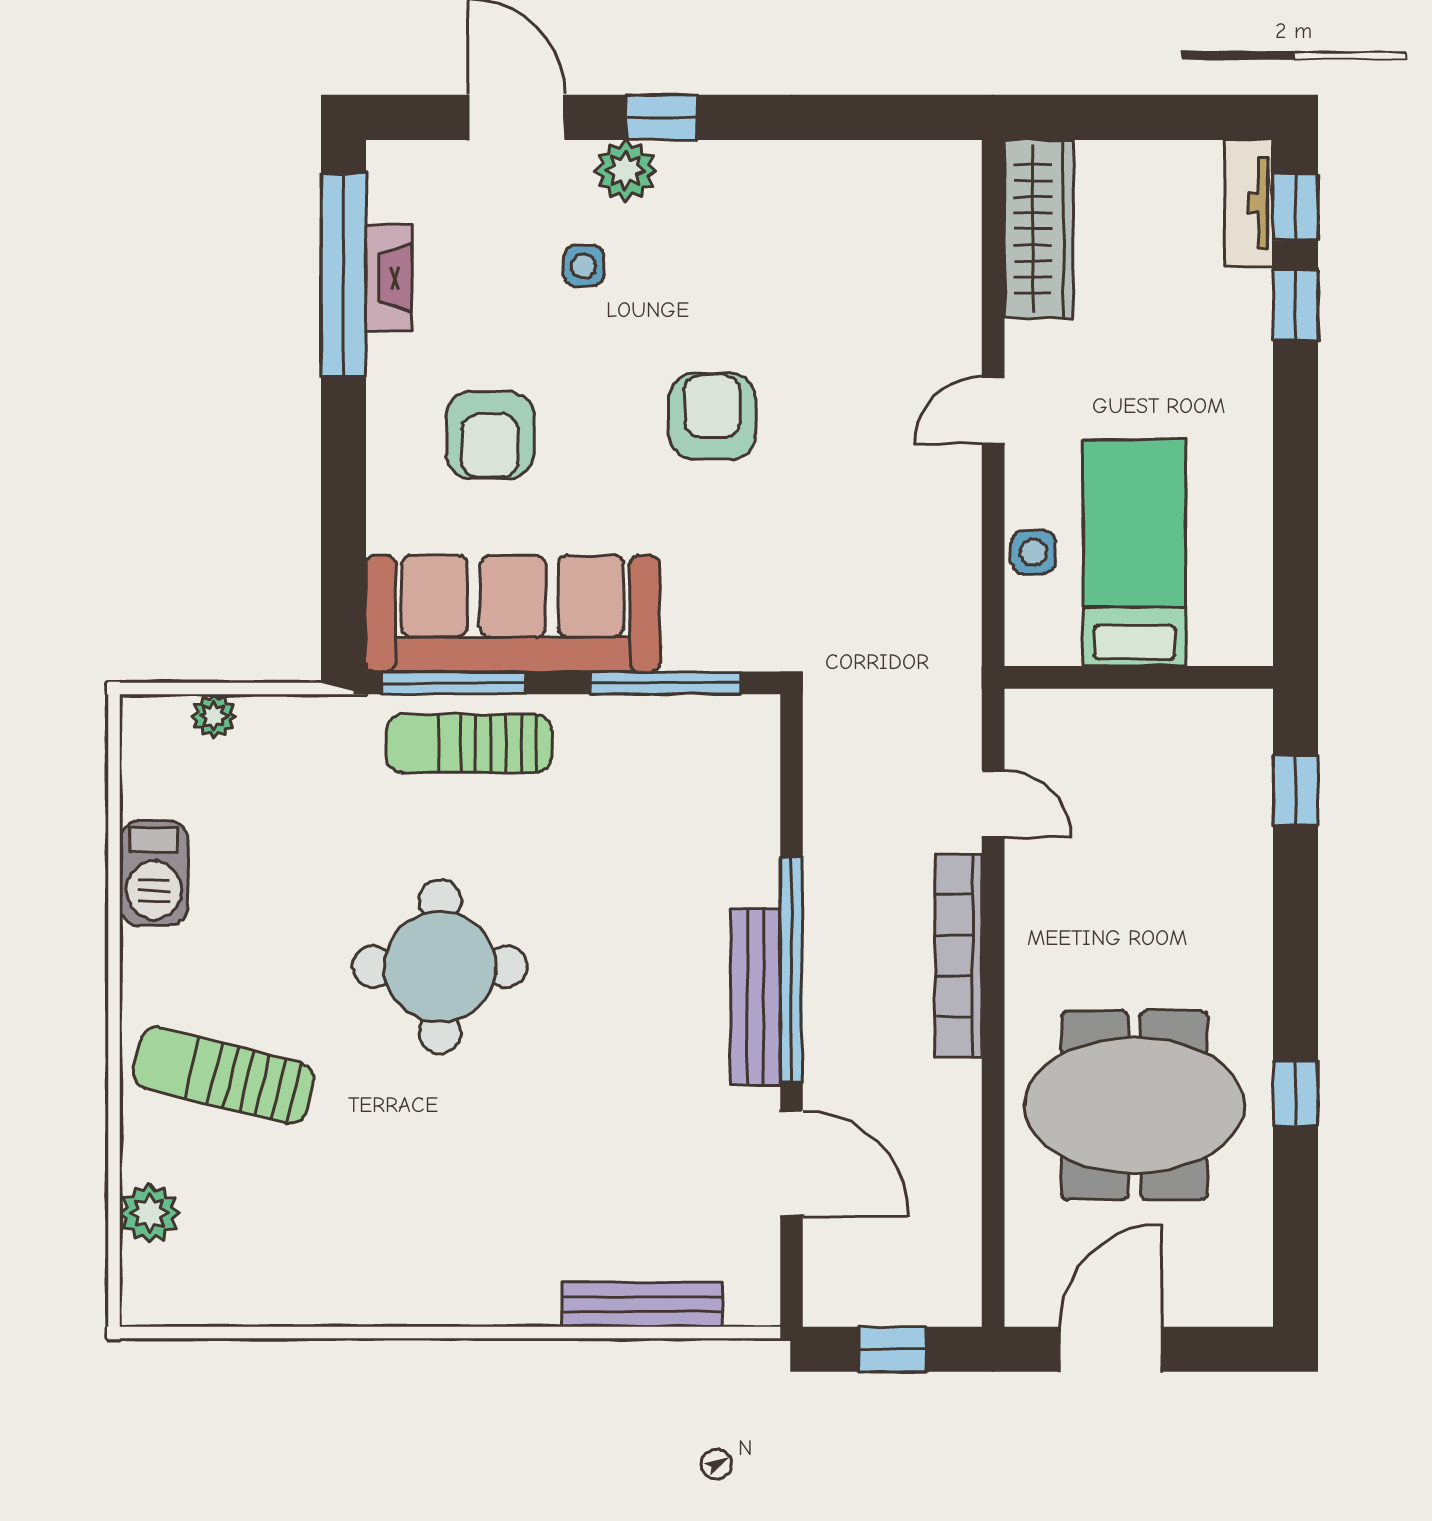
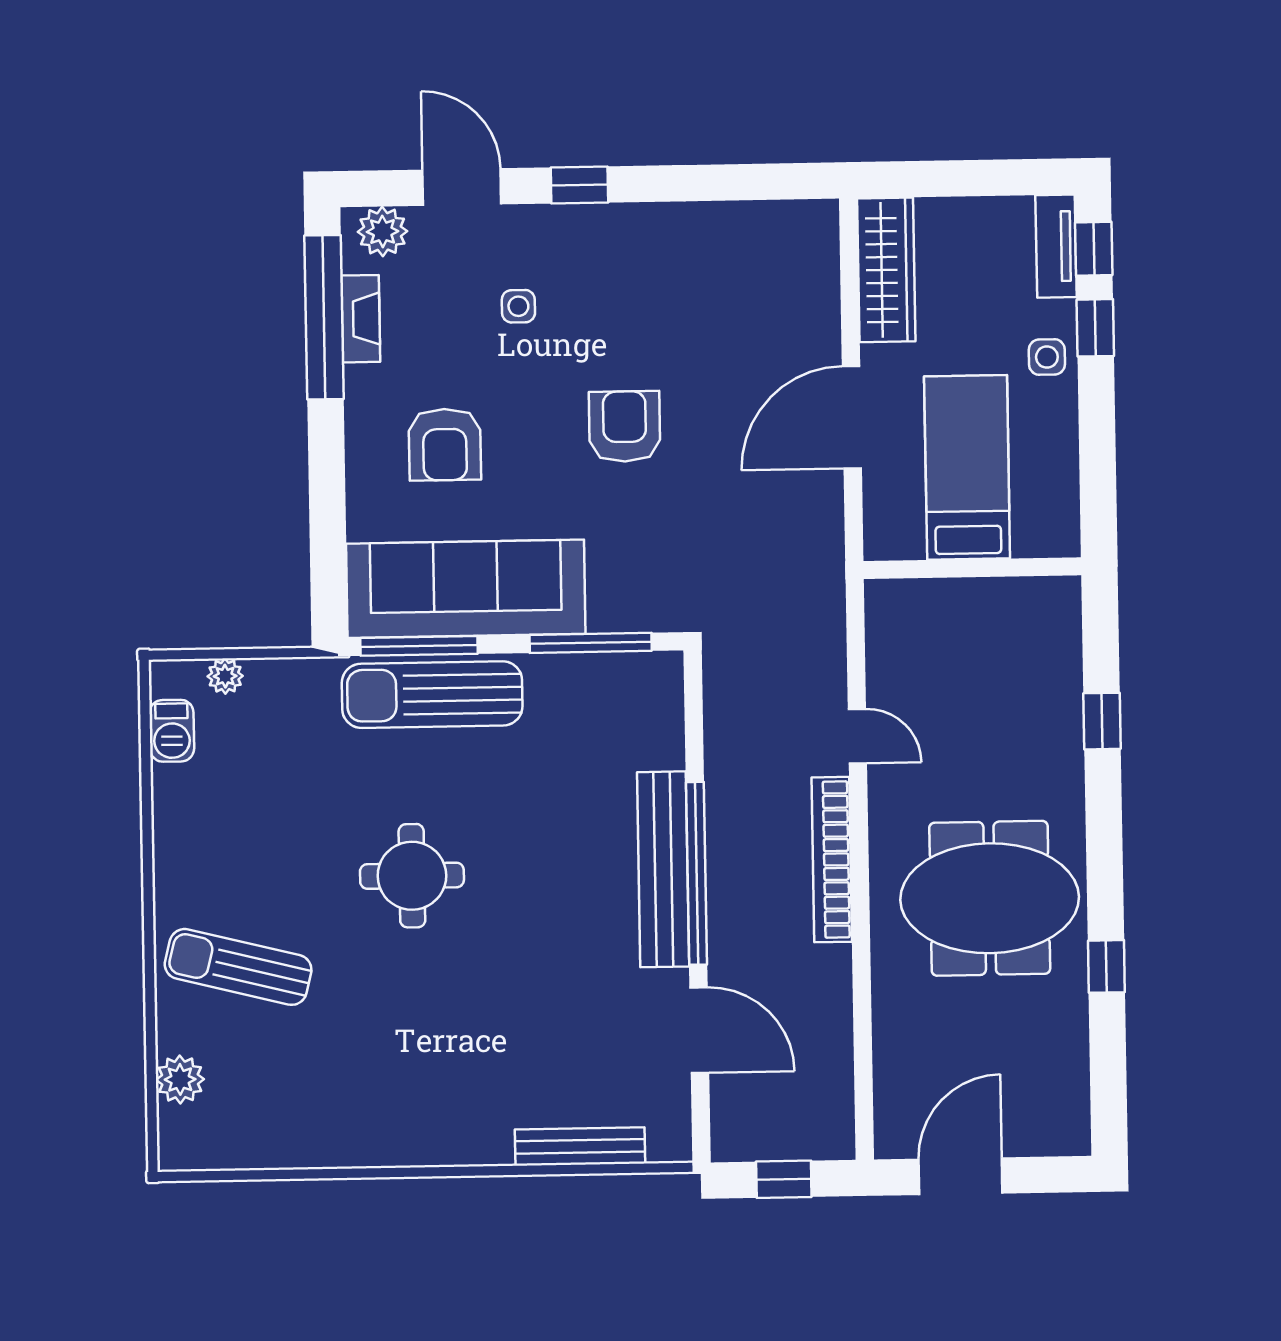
plant: (626, 171) -> (383, 231), moved
door: (993, 410) -> (852, 417), width x1.87
side table: (1033, 552) -> (1047, 357), moved
bed: (1134, 553) -> (967, 467), moved
wall: (1139, 677) -> (972, 568), moved
sun lounger: (469, 743) -> (432, 695), width x1.36, depth x1.34
barbecue: (154, 873) -> (172, 731), moved, width x0.73, depth x0.79
round table: (440, 967) -> (412, 876), width x0.73, depth x0.73
bench: (756, 996) -> (663, 869), width x1.37, depth x1.21
meeting table: (1134, 1105) -> (990, 898), moved

